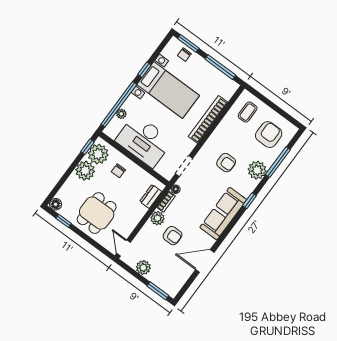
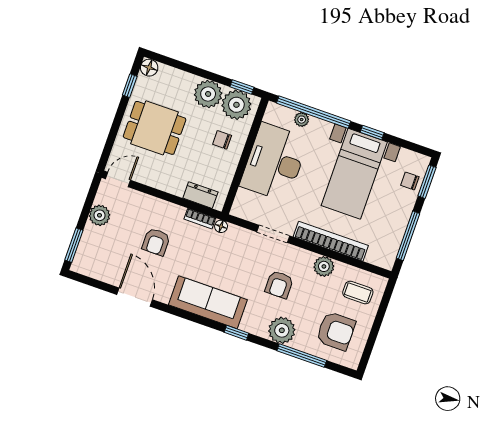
doorway: (184, 166) -> (273, 234), moved
plant: (157, 218) -> (324, 266), moved

